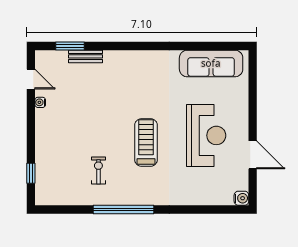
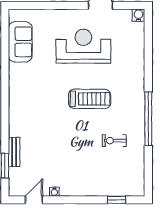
sofa: (211, 63) -> (20, 42), width x0.73
treadmill: (146, 142) -> (90, 99), turned 180

